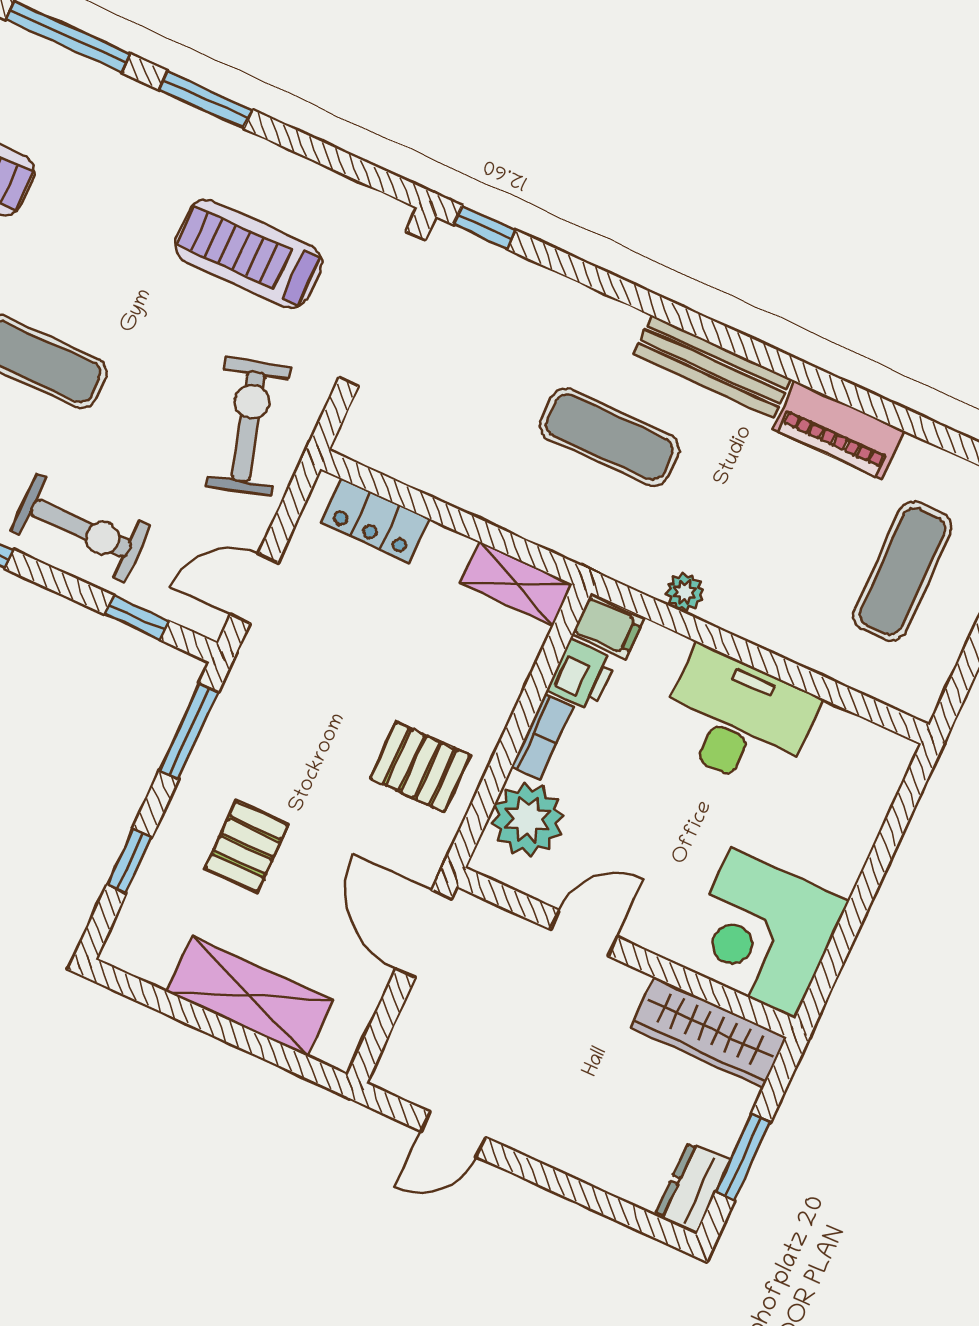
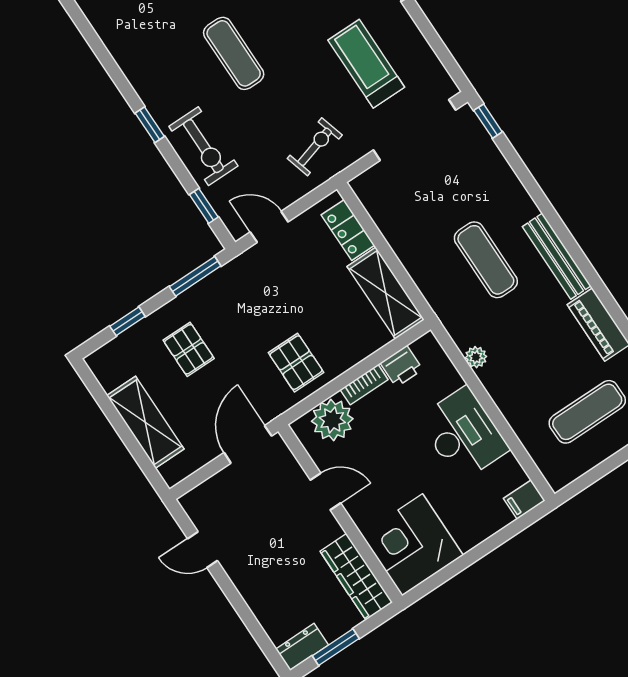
exercise bike: (248, 426) -> (315, 147), width x0.73, depth x0.72
shelving: (516, 584) -> (386, 293), width x1.50, depth x1.33
filing cabinet: (608, 627) -> (524, 500), moved, turned 90
pallet: (247, 847) -> (189, 349), turned 90

